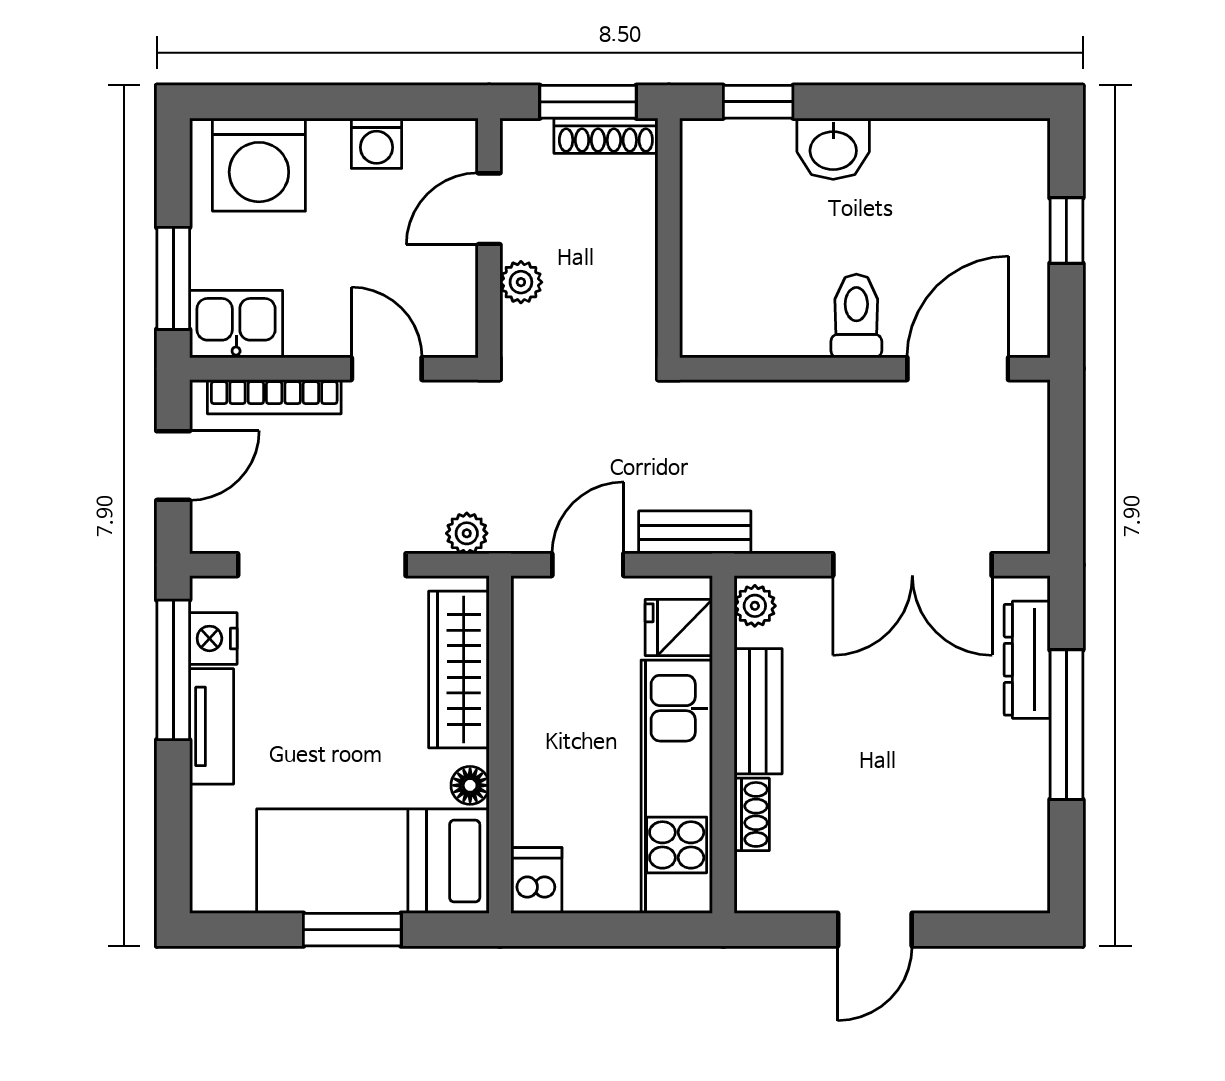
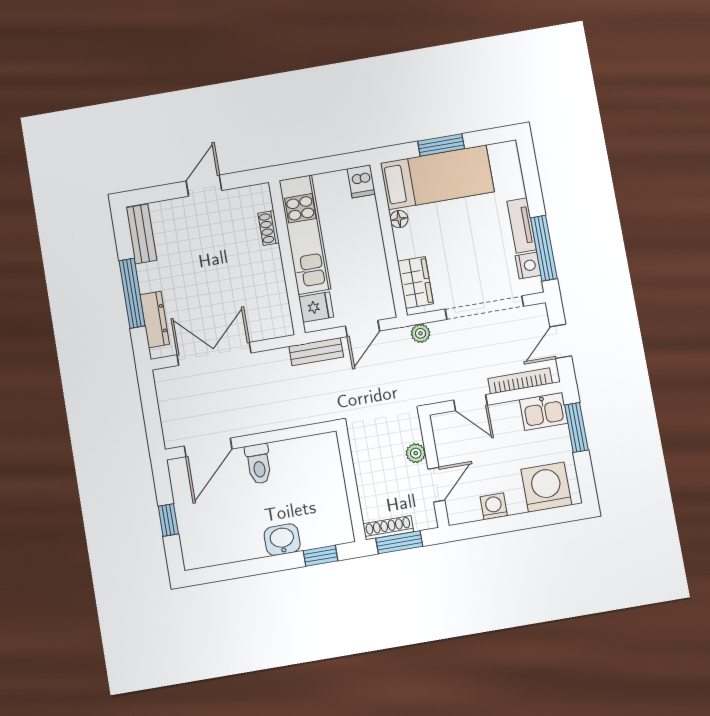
plant: (755, 606) -> (283, 323), removed
wardrobe: (459, 669) -> (415, 283), width x0.67
bench: (758, 711) -> (141, 234), moved

